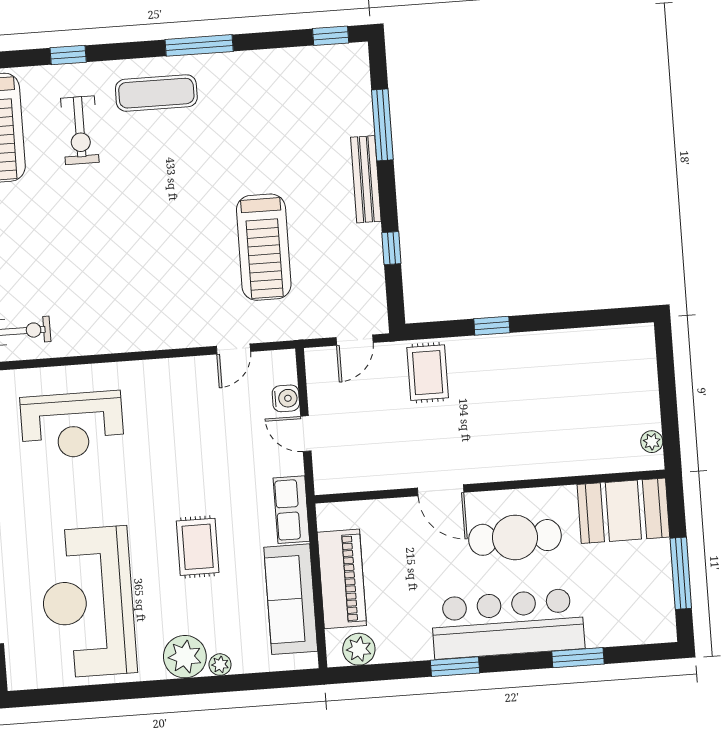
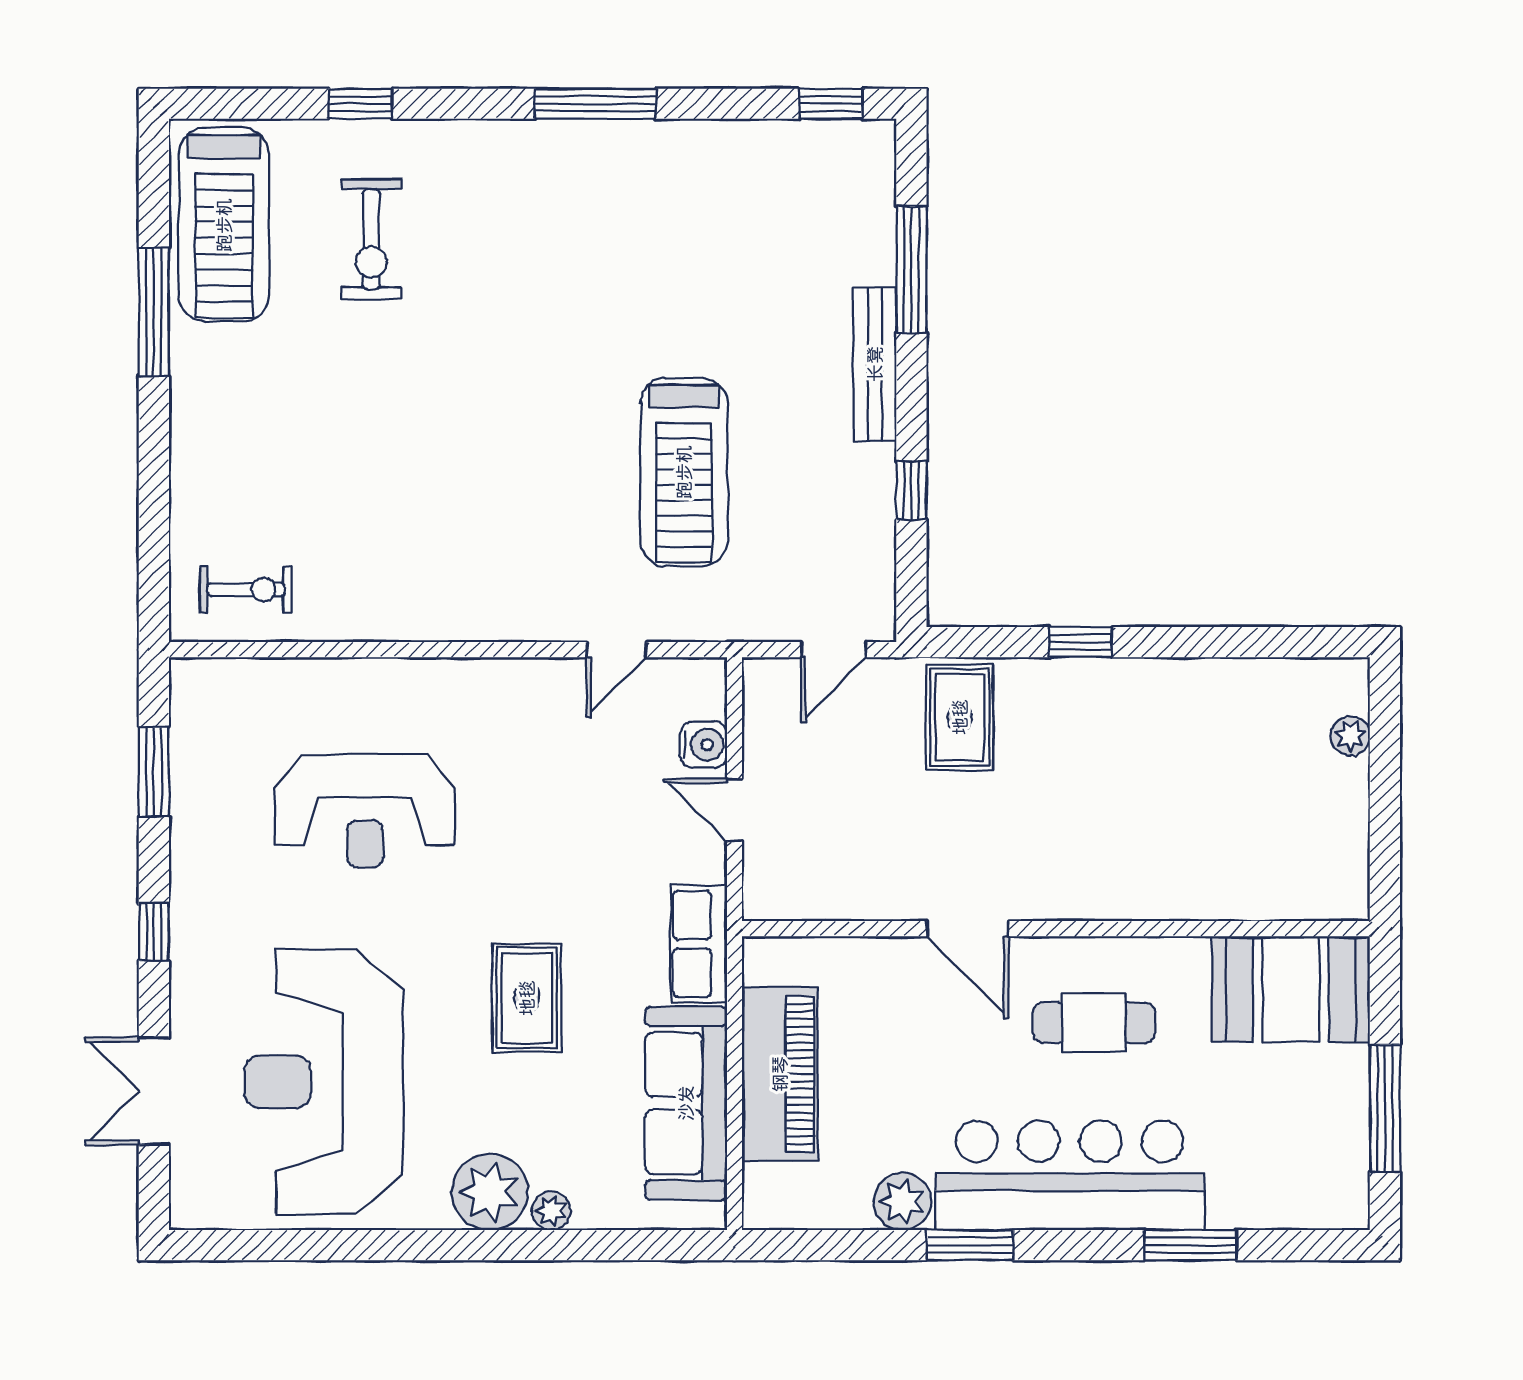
exercise mat: (156, 93) -> (513, 183), removed
reception desk: (72, 425) -> (365, 811), moved
plant: (652, 442) -> (1350, 736), moved
cafe table: (515, 537) -> (1094, 1023), width x0.73, depth x0.74
plant: (359, 649) -> (902, 1201), moved

